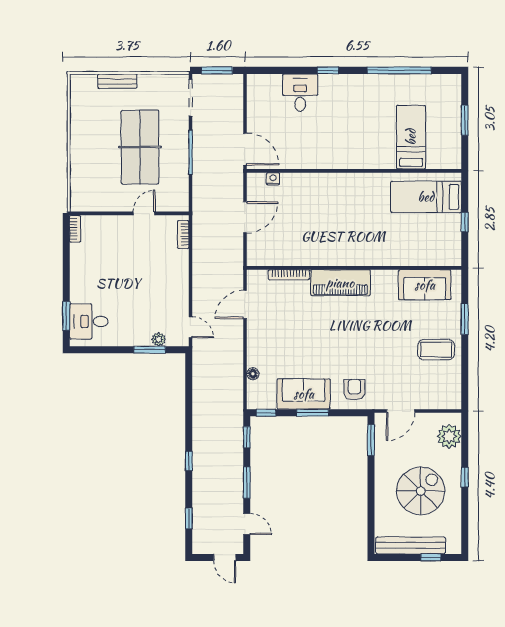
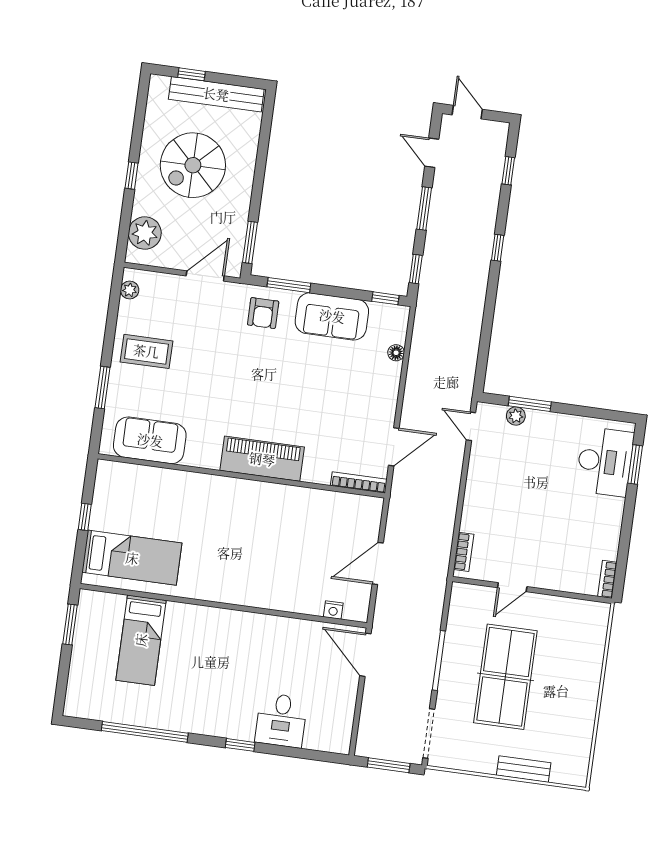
window: (465, 120) -> (70, 624), moved
bookcase: (289, 275) -> (359, 482), moved
desk: (89, 321) -> (605, 462), width x1.37
plant: (455, 393) -> (130, 290), added
window: (313, 413) -> (289, 285), moved

